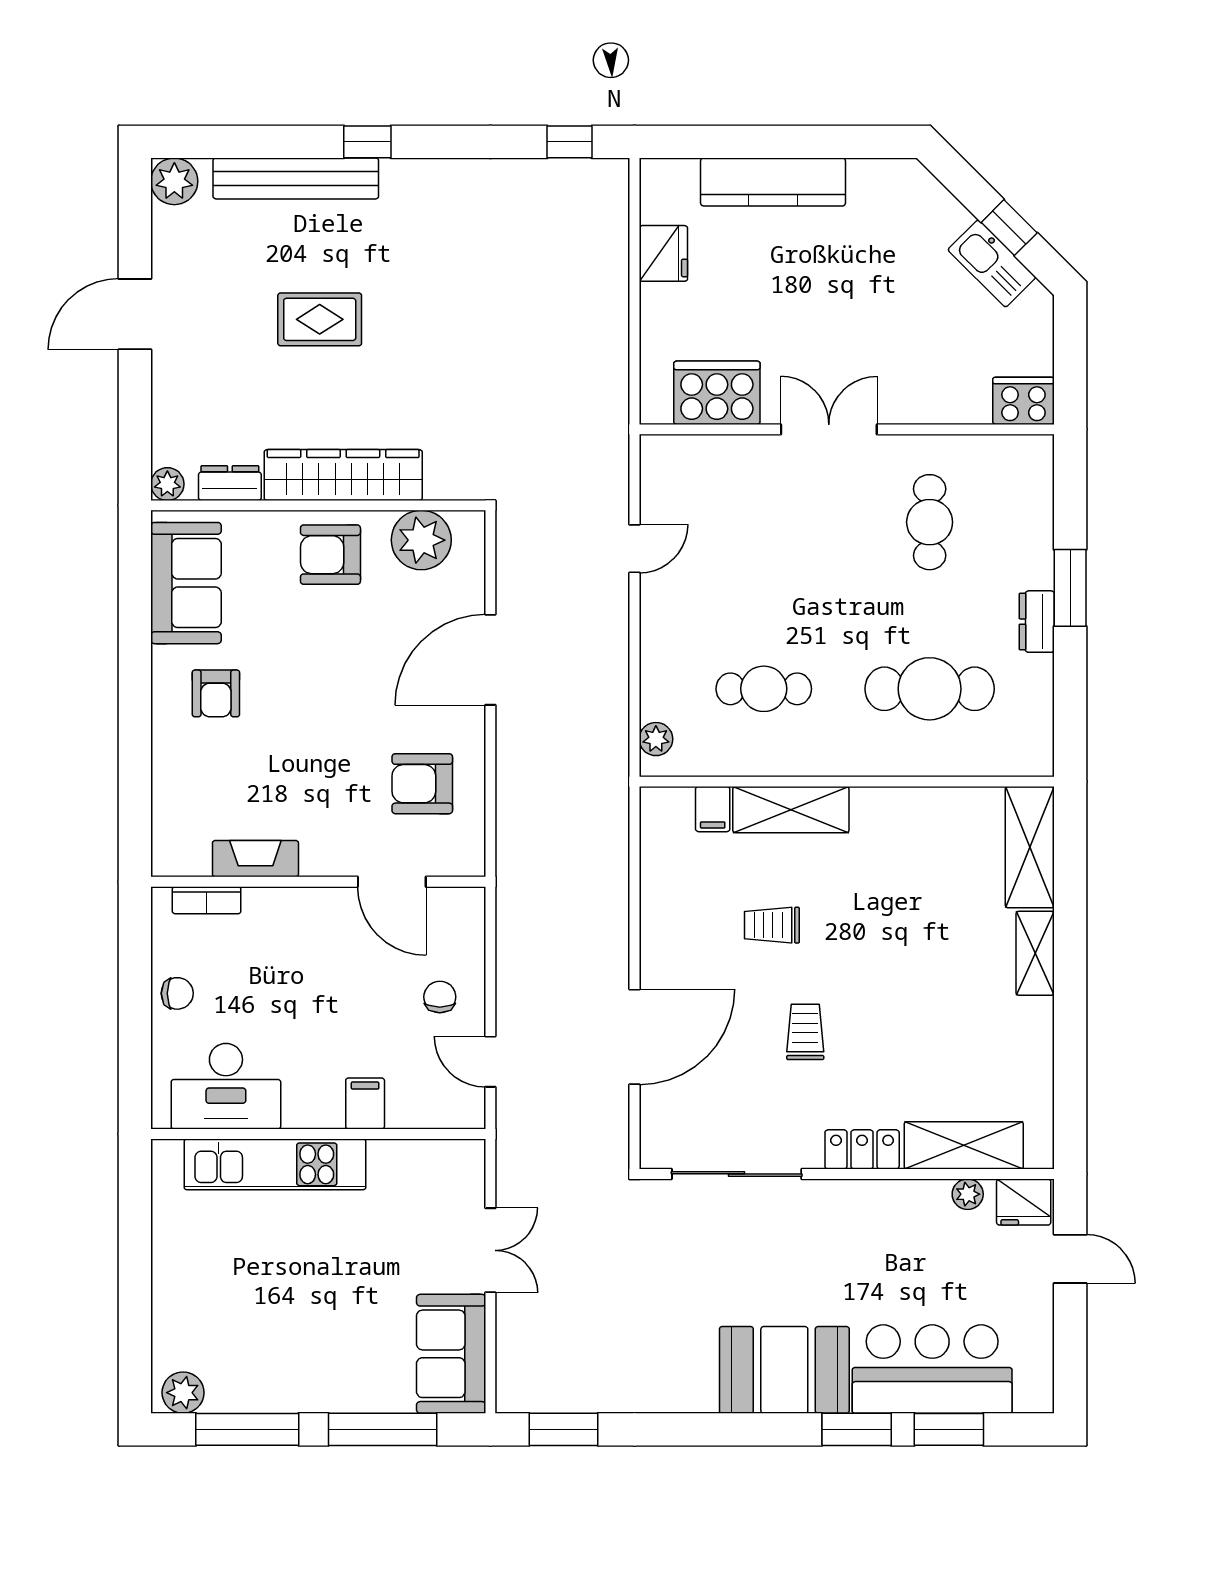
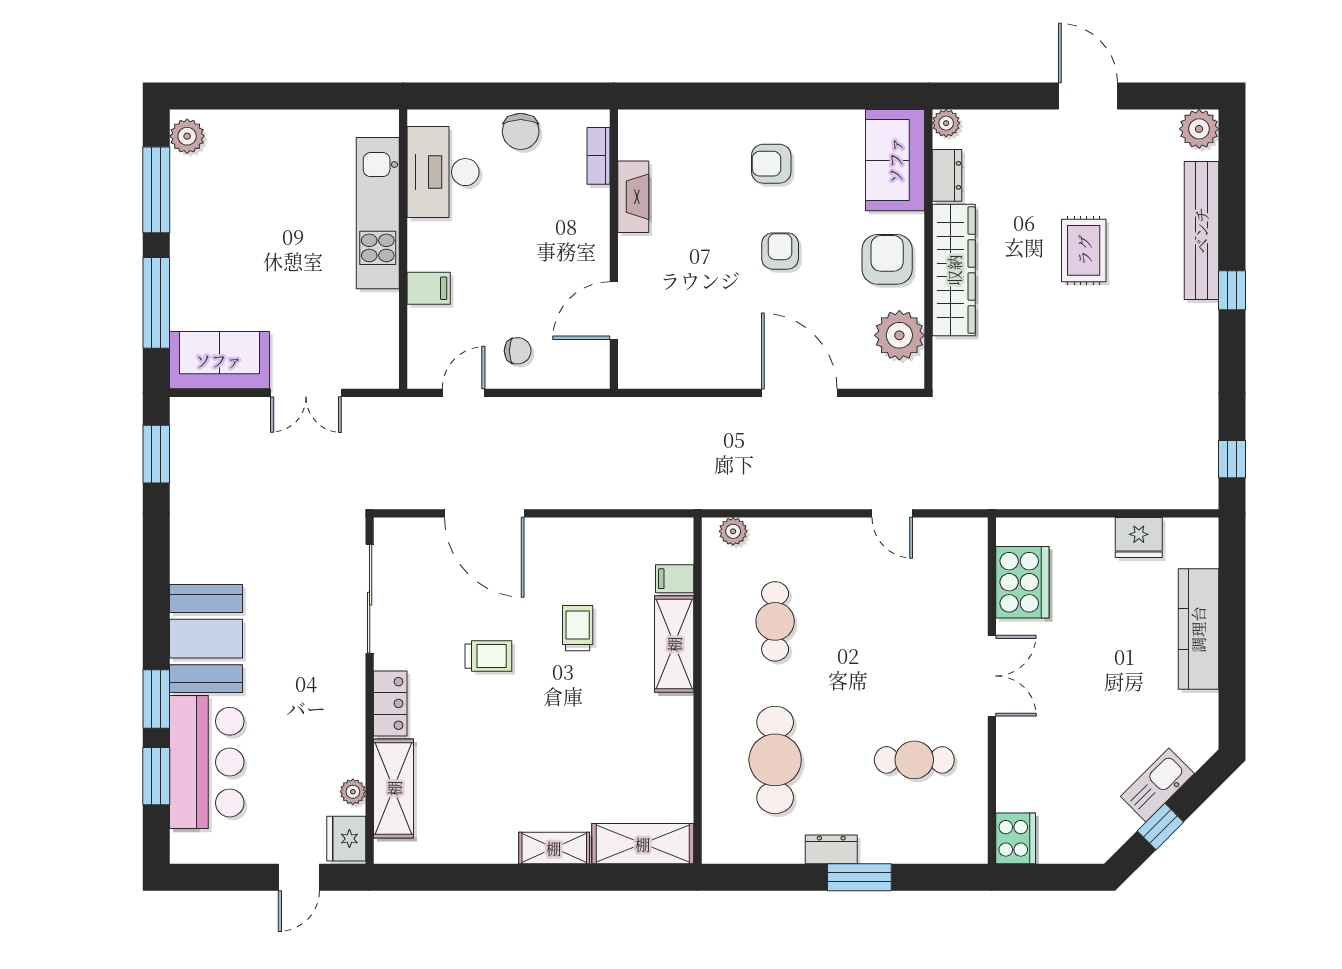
kitchen sink: (992, 263) -> (1157, 785), moved
sofa: (186, 583) -> (895, 160), moved, turned 90
armchair: (422, 784) -> (780, 251), moved, width x0.72, depth x0.72
chair: (177, 993) -> (521, 131), width x1.37, depth x1.37

